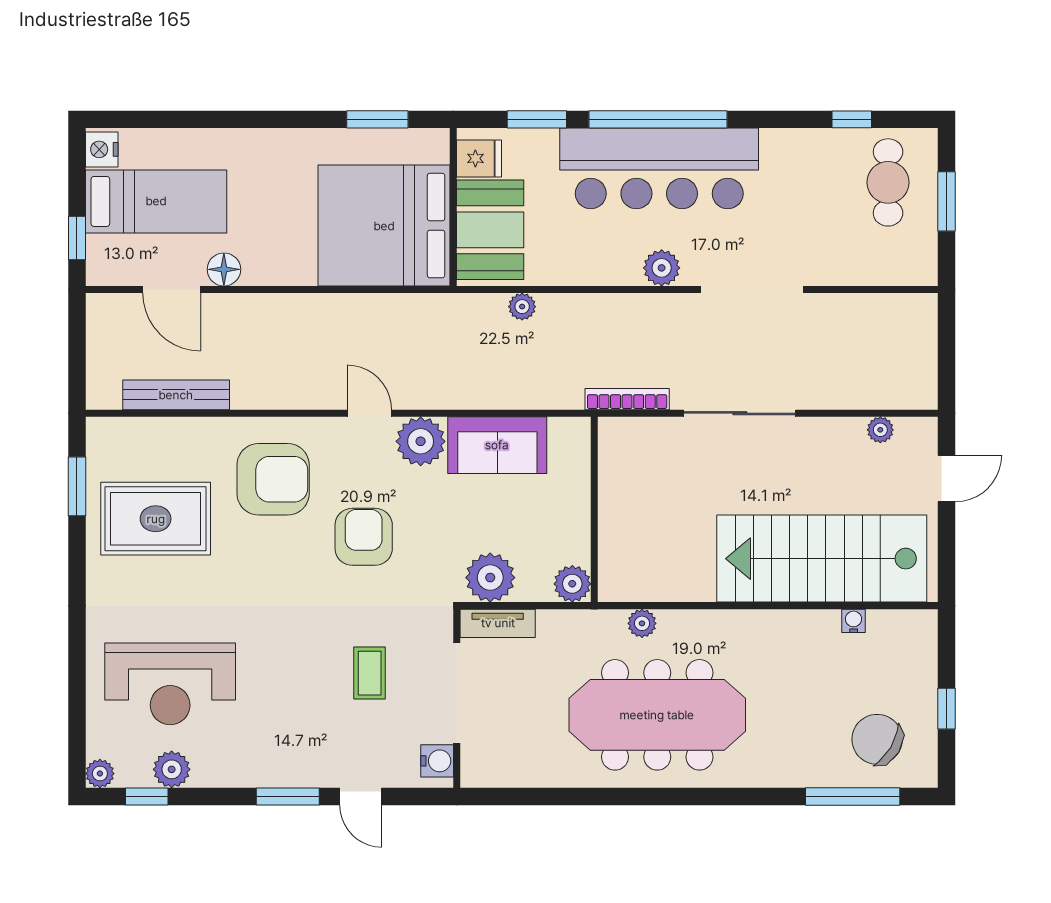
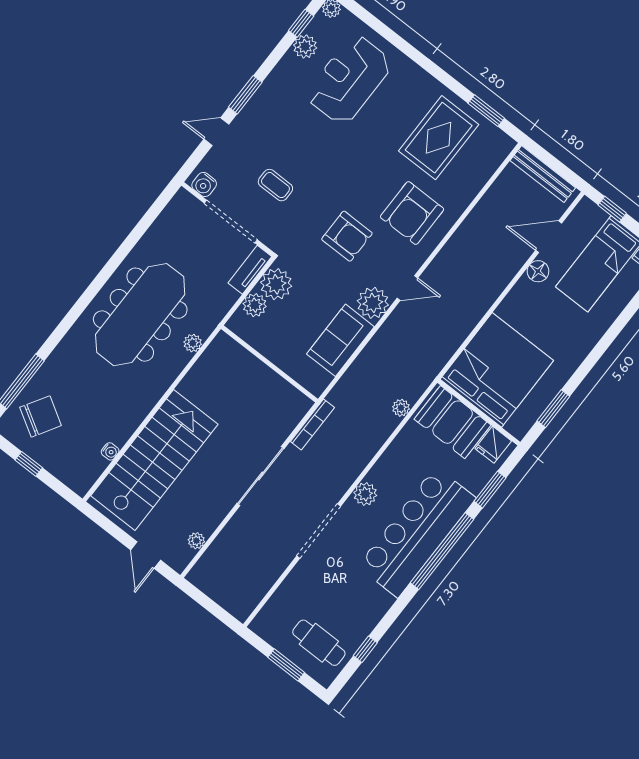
bench: (176, 395) -> (543, 174), moved, turned 90
plant: (572, 584) -> (255, 305), moved

